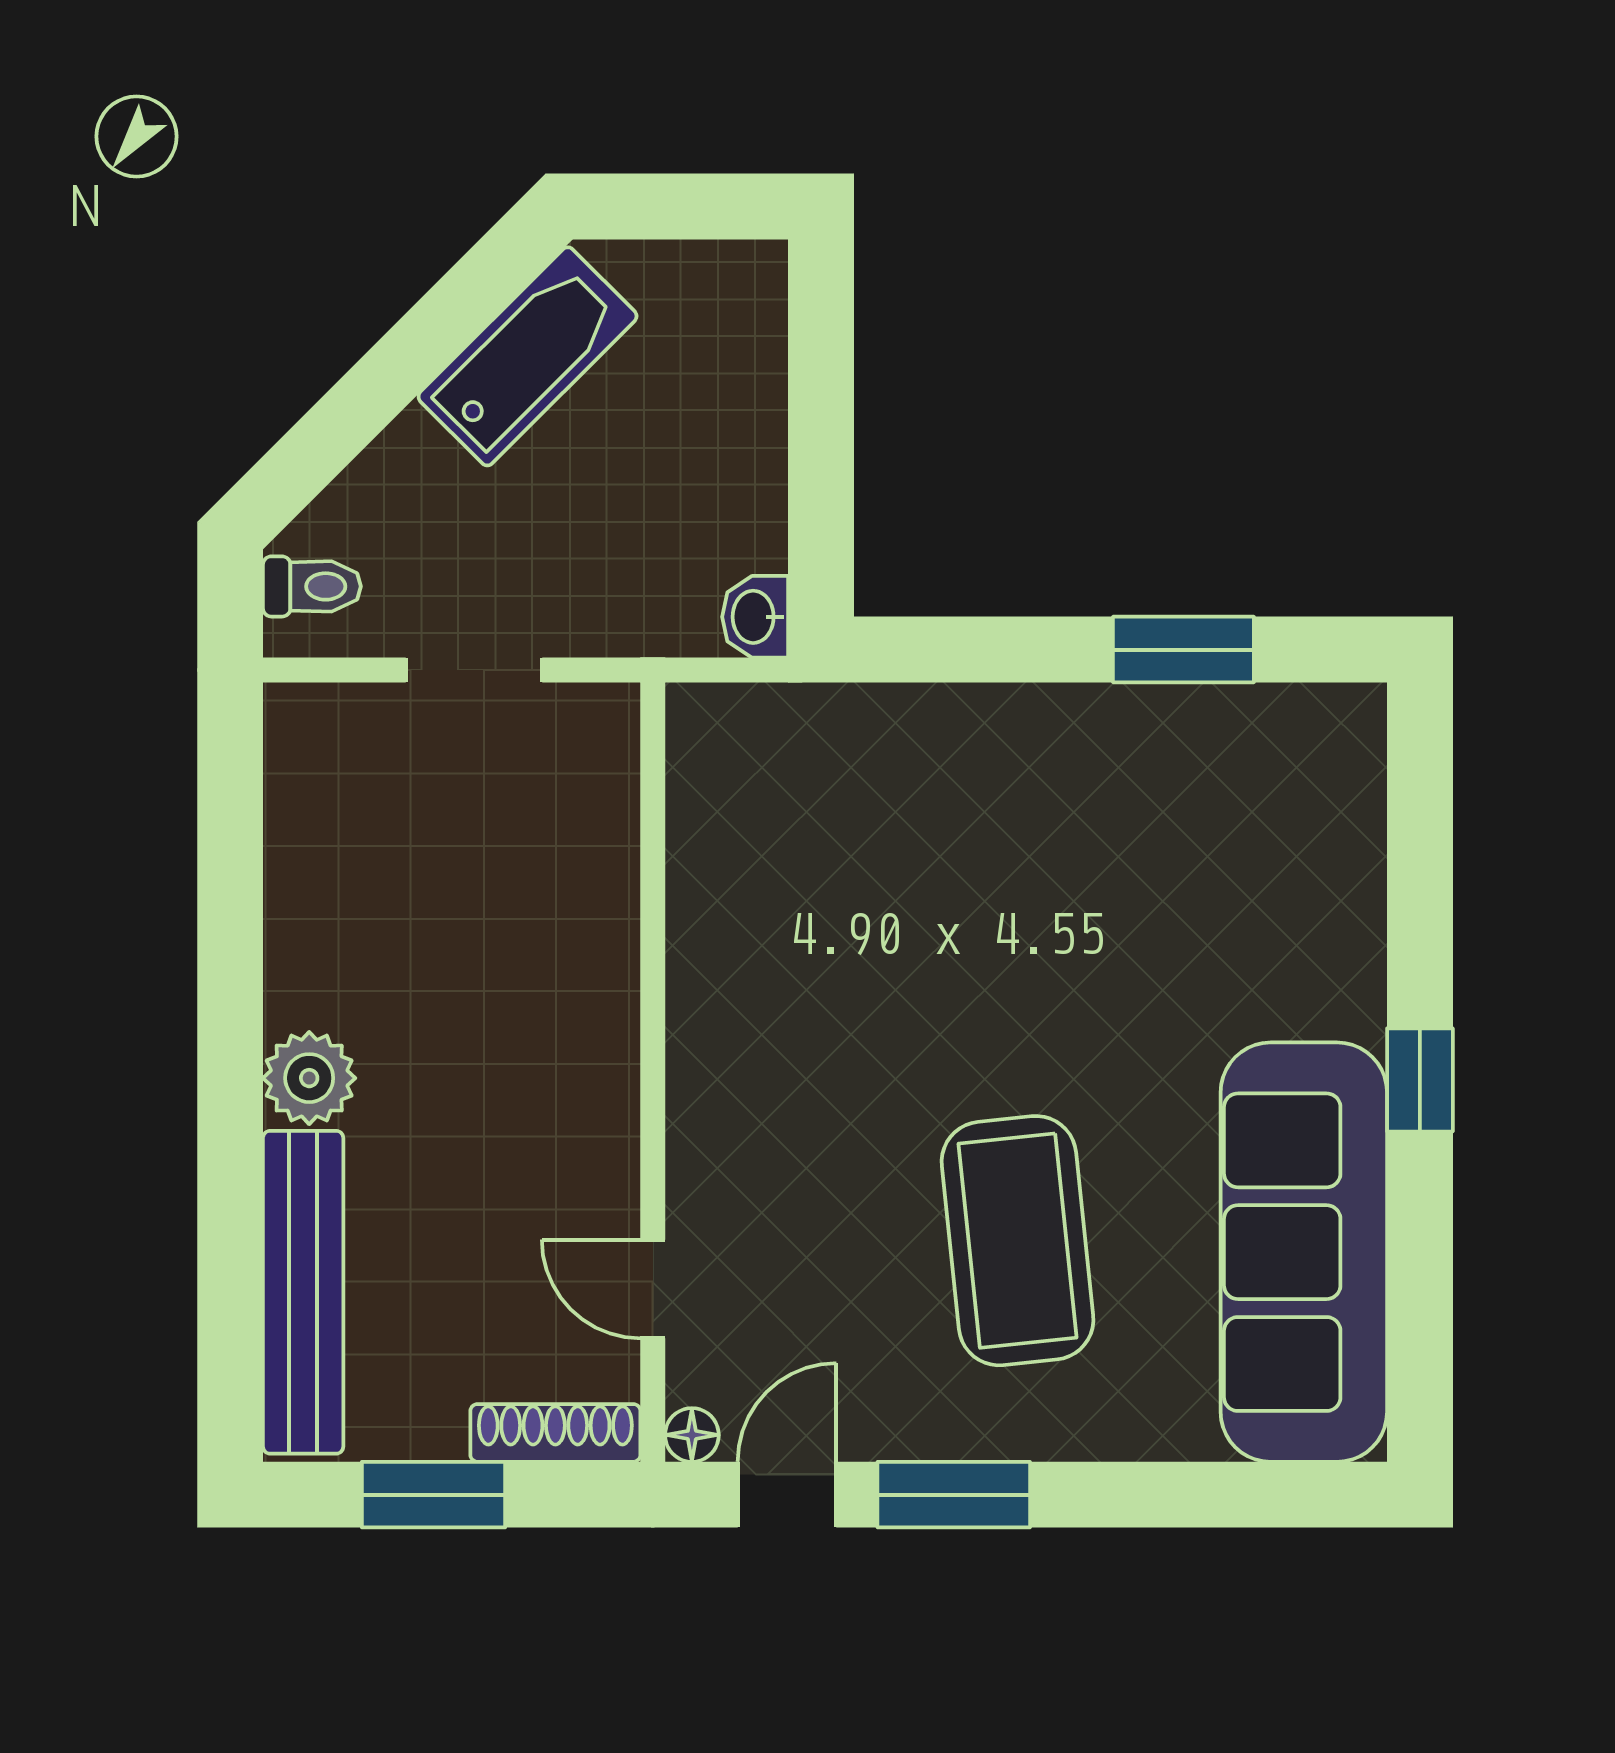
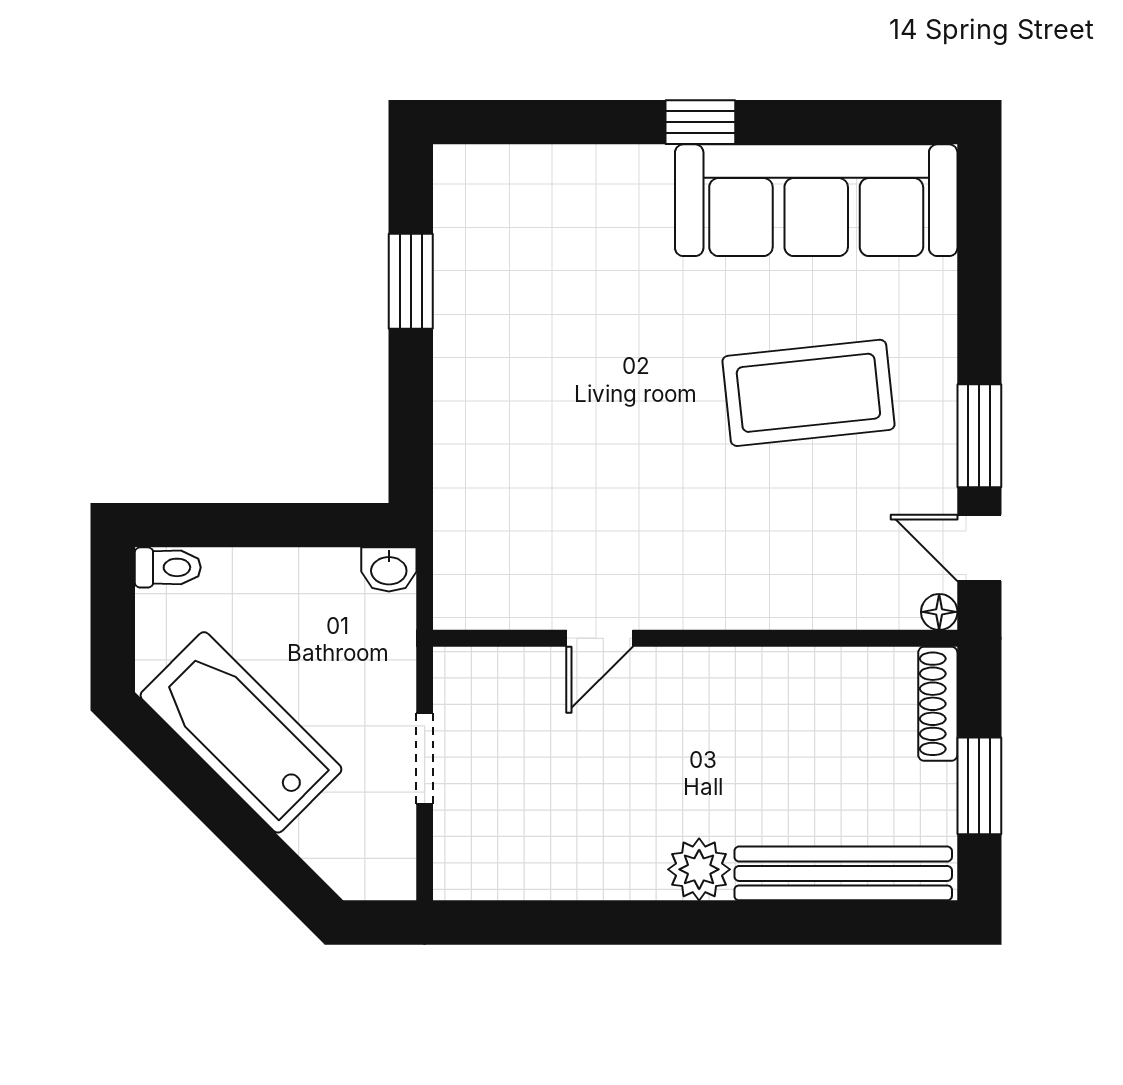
bathtub: (528, 356) -> (241, 732), width x1.36, depth x1.36
toilet: (312, 586) -> (168, 567), moved, turned 90
door: (653, 1289) -> (600, 638), moved

